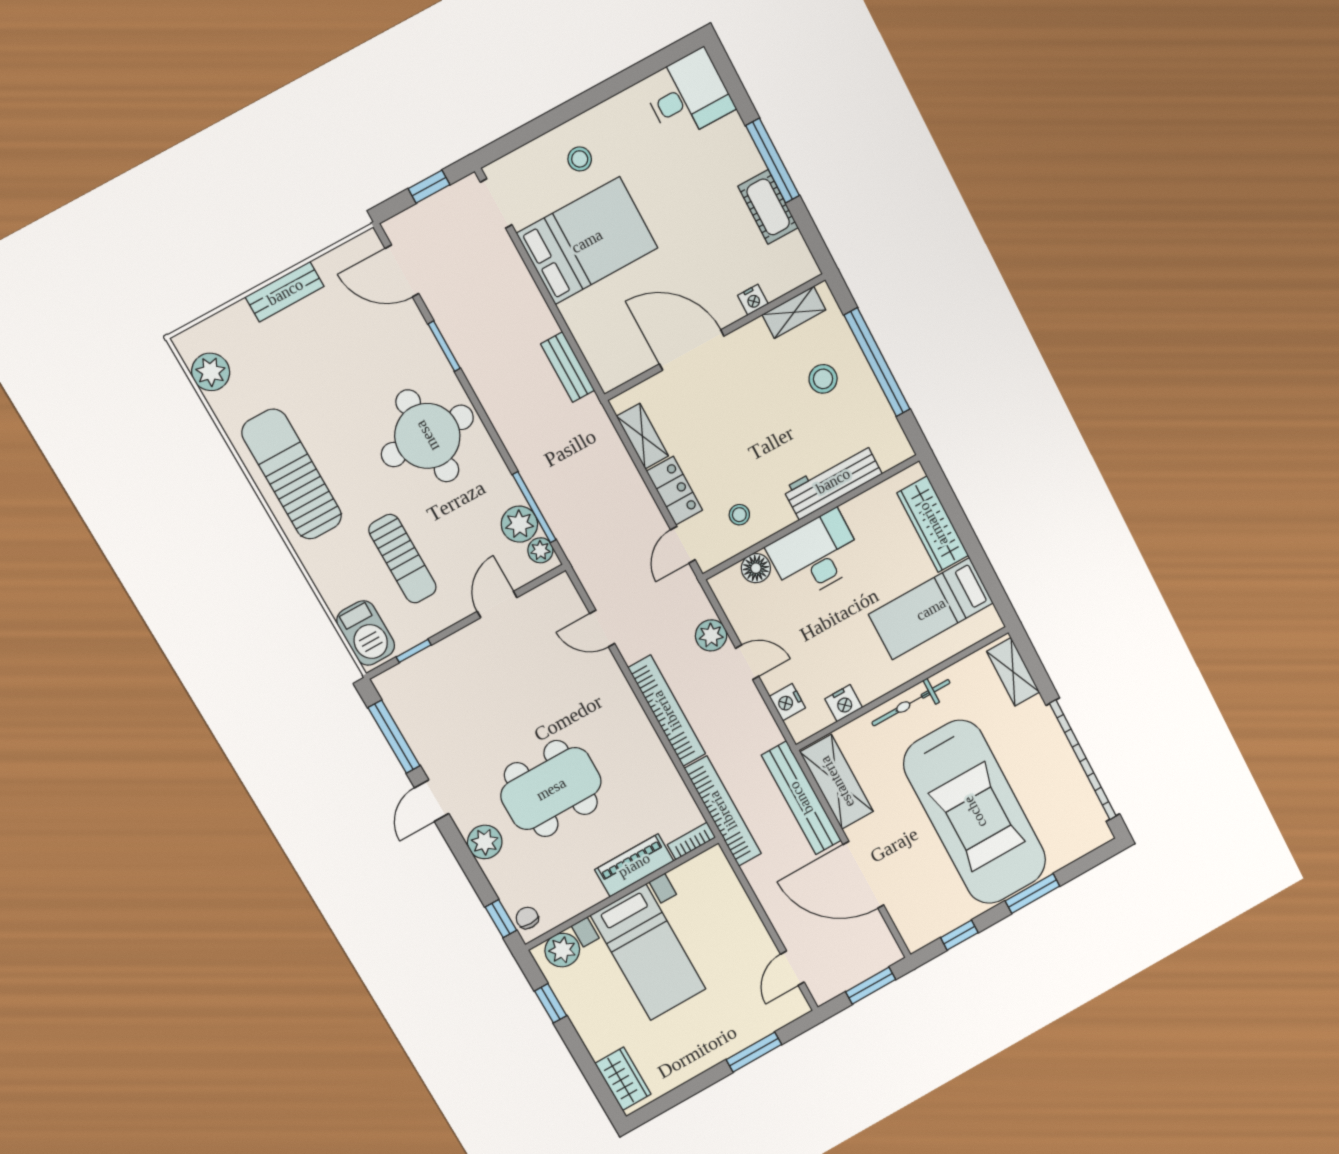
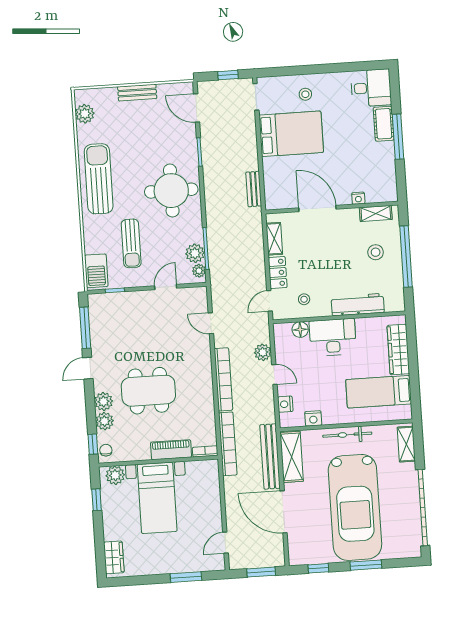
cot: (768, 207) -> (384, 124), moved
plant: (502, 873) -> (105, 421), added

